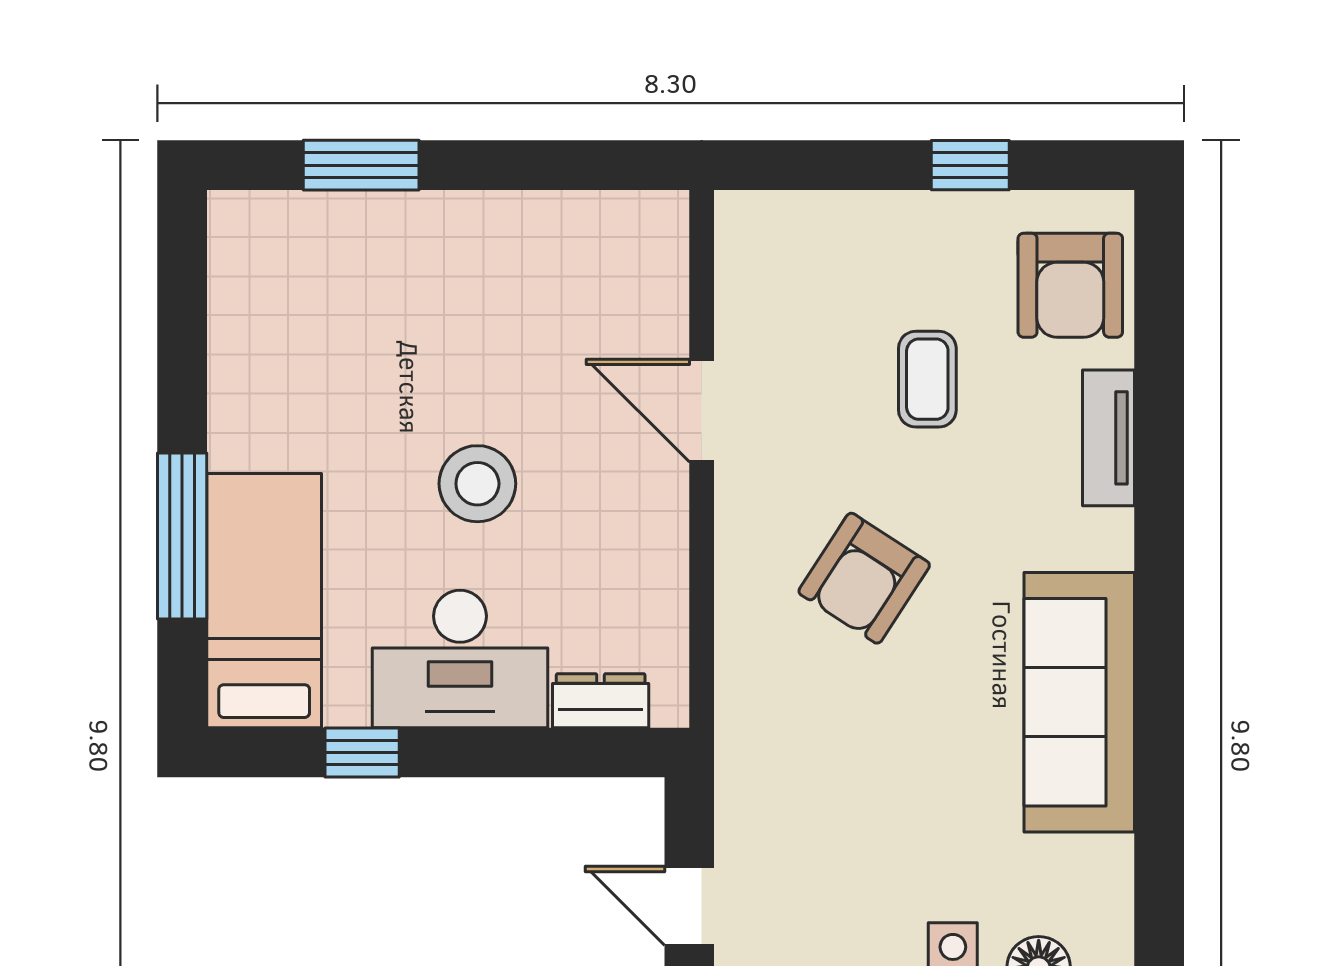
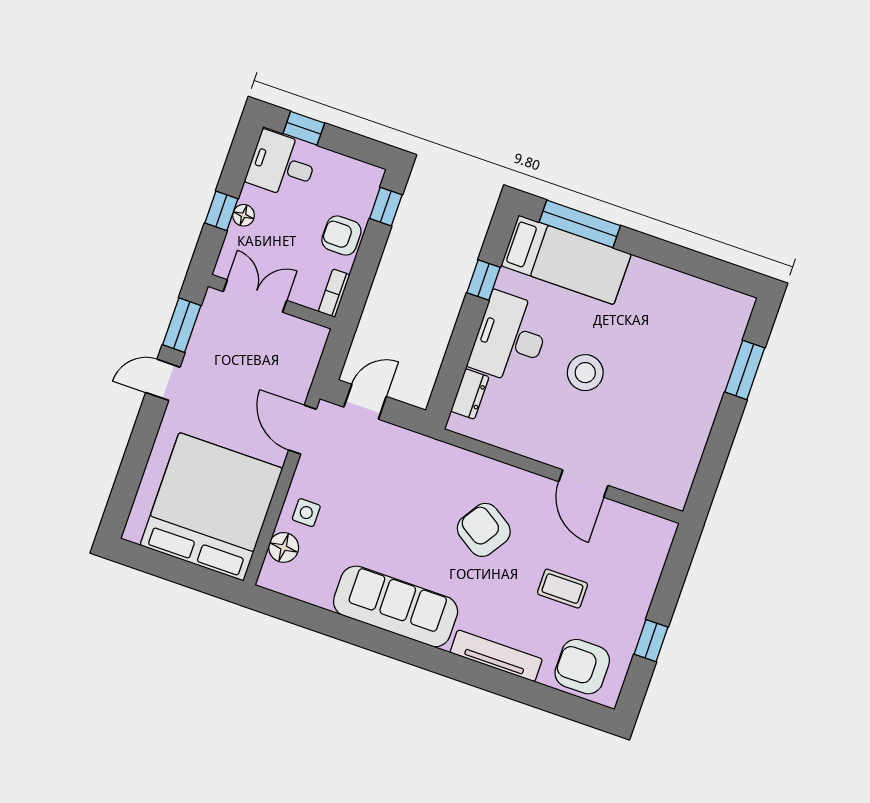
door: (702, 411) -> (583, 483), swing flipped
tv unit: (1109, 438) -> (496, 656), width x1.41
window: (182, 536) -> (580, 224), moved

